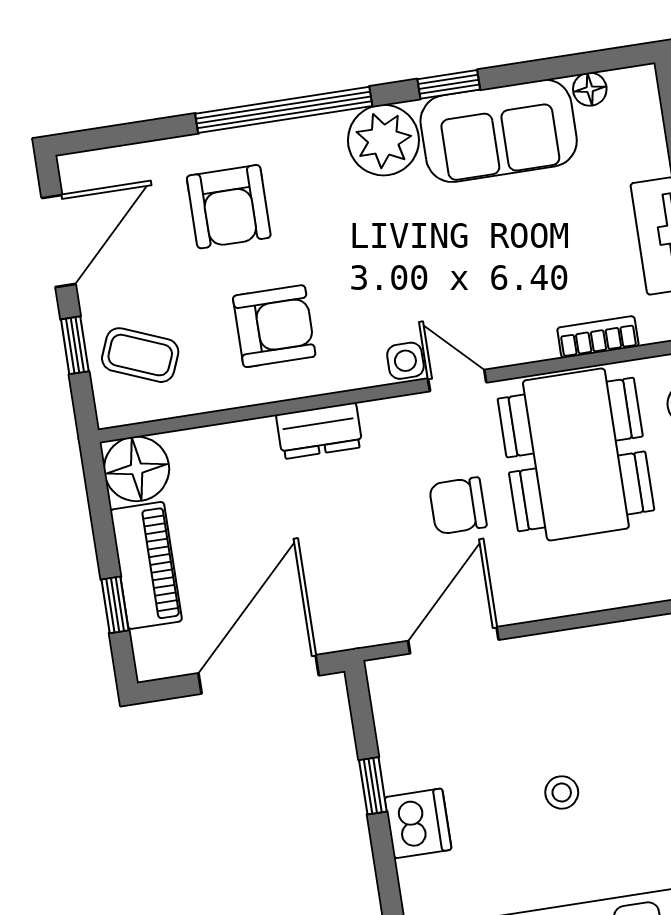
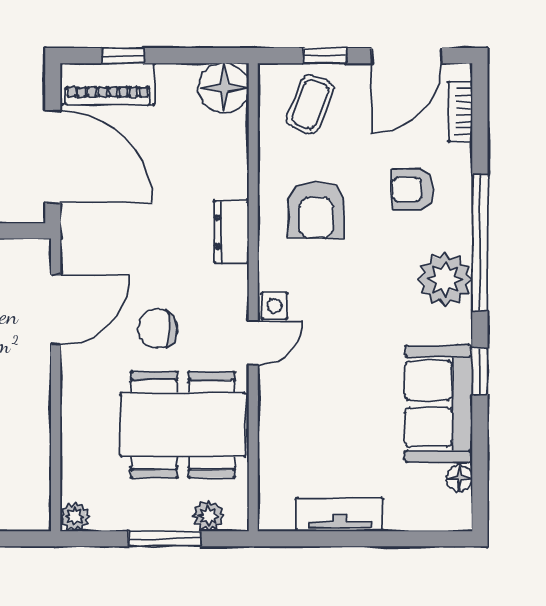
plant: (383, 140) -> (445, 279), moved
armchair: (229, 207) -> (413, 189), width x0.72, depth x0.72
door: (59, 241) -> (407, 56), hinge flipped
bookcase: (598, 337) -> (460, 112), moved, turned 180
chair: (458, 506) -> (158, 329), turned -90
piano: (146, 565) -> (108, 84), moved
door: (453, 640) -> (56, 309), hinge flipped

